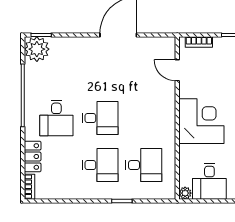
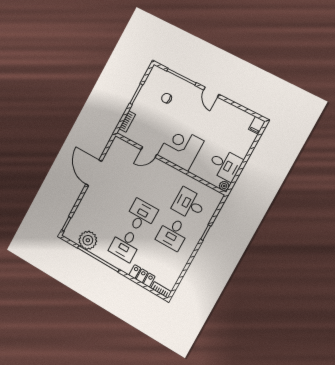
plant: (37, 49) -> (88, 240), moved
door: (177, 70) -> (149, 152), moved
desk: (56, 118) -> (125, 245), turned 90
desk: (100, 165) -> (173, 234), turned 180
desk: (144, 165) -> (189, 204), turned -90

